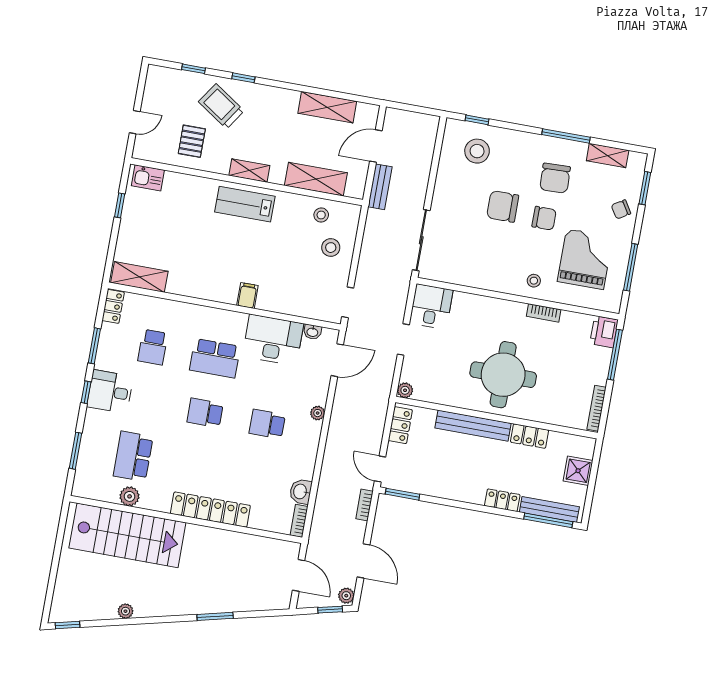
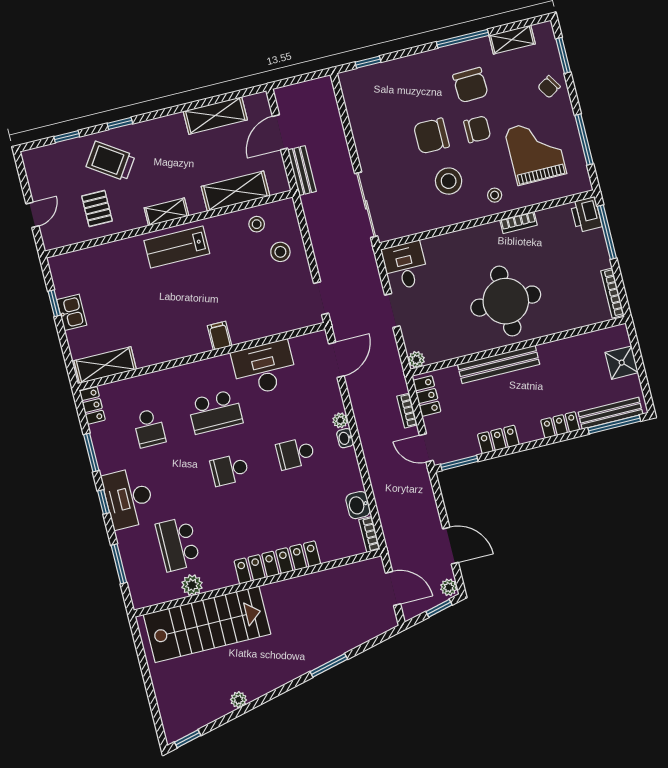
stool: (477, 151) -> (449, 181), moved
kitchen sink: (148, 178) -> (72, 312), moved, turned -90
washbasin: (312, 332) -> (345, 438), moved, turned 90
desk: (110, 392) -> (129, 498), width x1.37
locker: (530, 436) -> (498, 439), moved, turned 180
bookcase: (364, 505) -> (407, 411), moved

